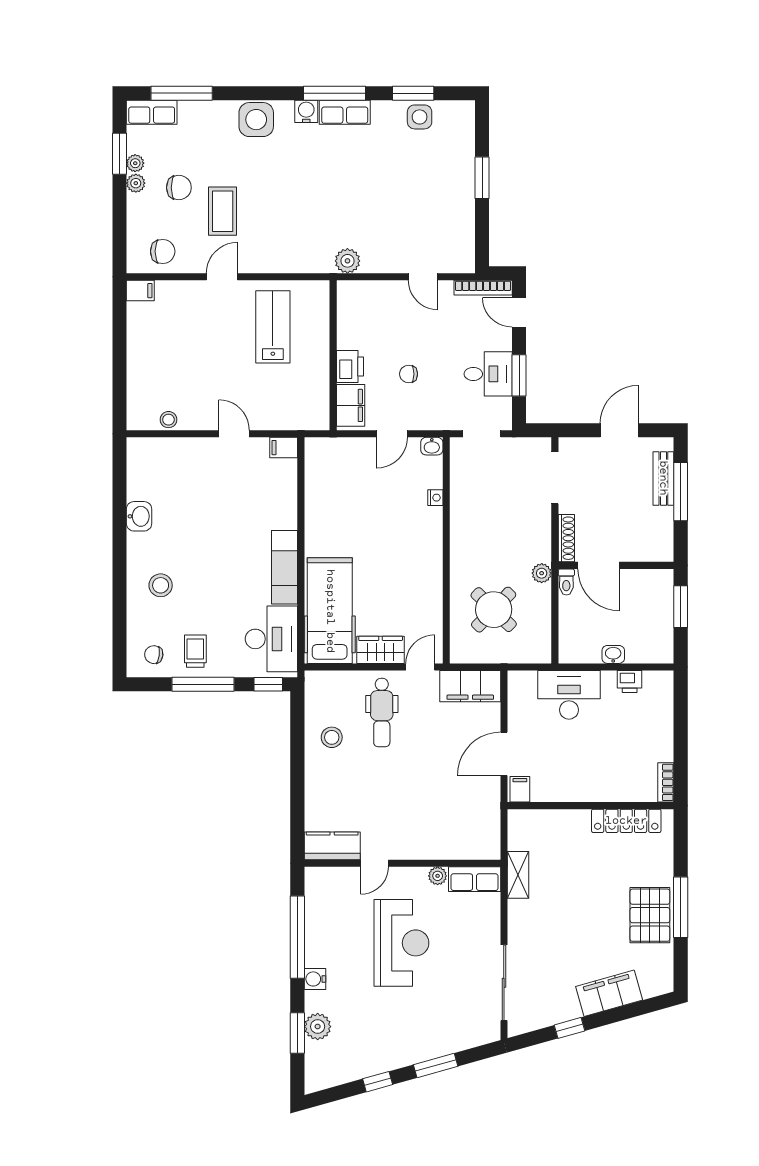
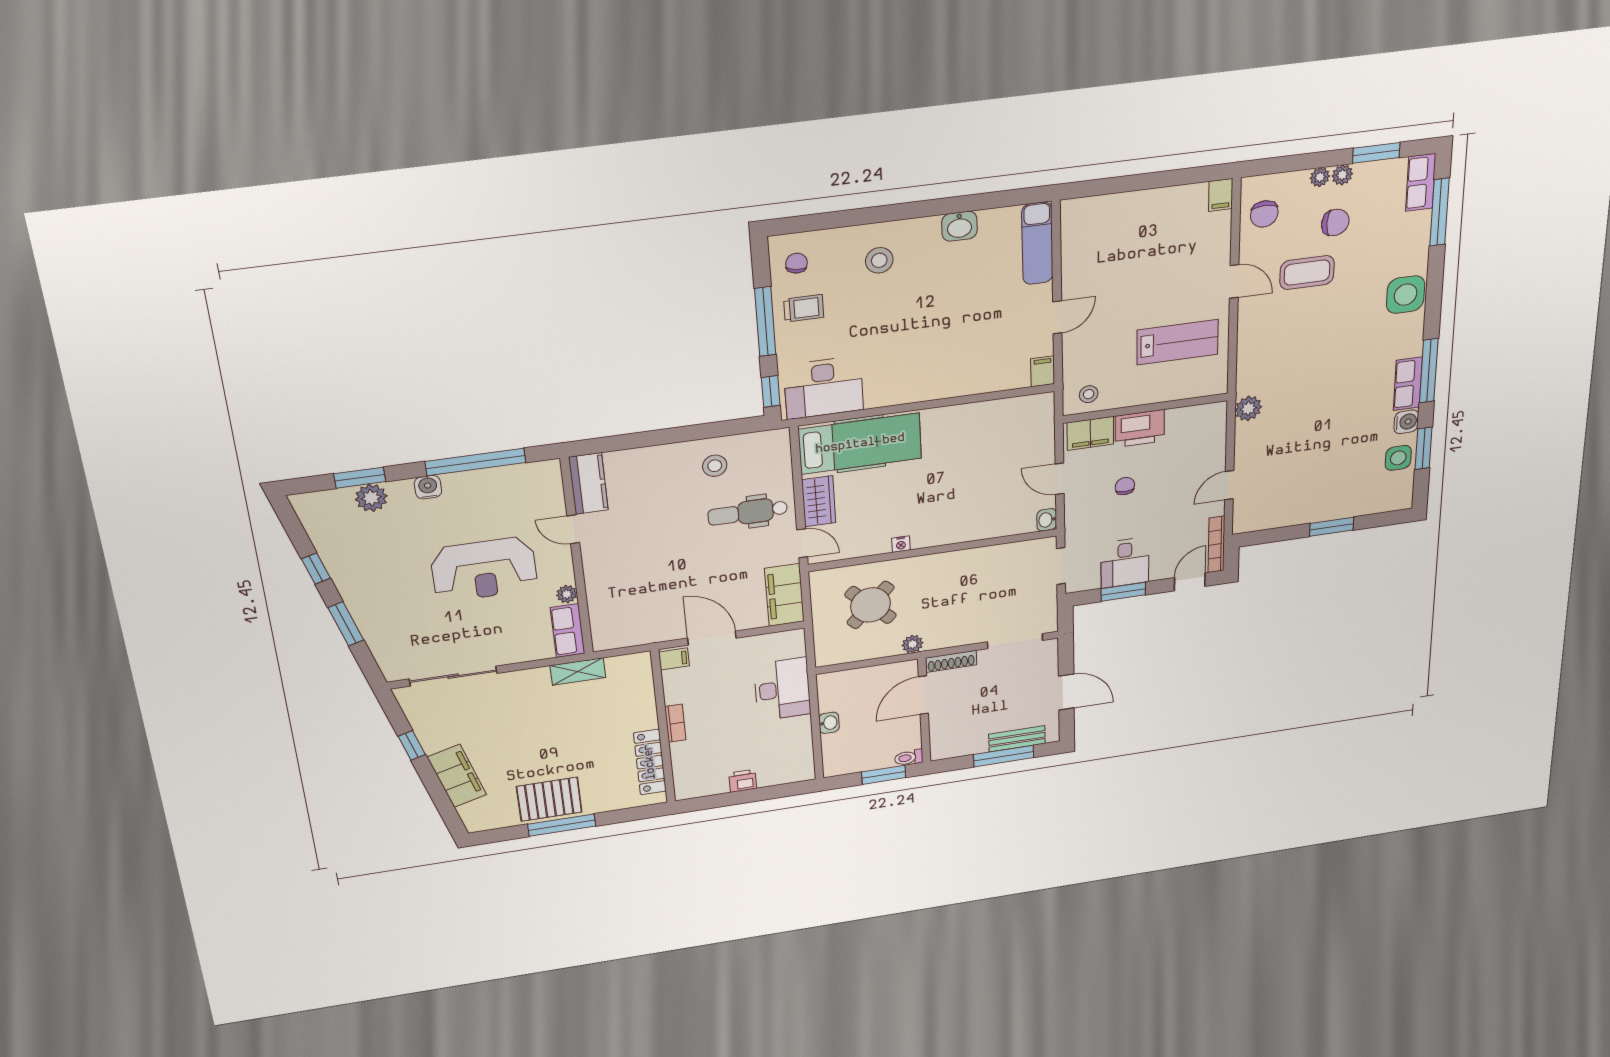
water cooler: (306, 111) -> (1406, 422), moved
plant: (135, 163) -> (1320, 177), moved
chair: (179, 188) -> (1335, 222), turned -88
printer: (350, 366) -> (1140, 428), width x1.37, depth x1.19
stool: (168, 420) -> (1089, 394), moved
nightstand: (435, 498) -> (901, 544), moved
exam couch: (284, 567) -> (1037, 243), moved, turned -90
toilet: (566, 582) -> (909, 758), moved
printer: (630, 681) -> (743, 781), moved, turned 90
bookcase: (666, 782) -> (675, 723), moved, turned 90

